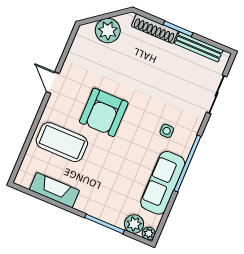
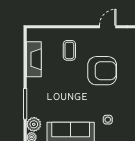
armchair: (104, 112) -> (102, 71), turned 180
coffee table: (62, 142) -> (69, 50), width x0.54, depth x0.58

